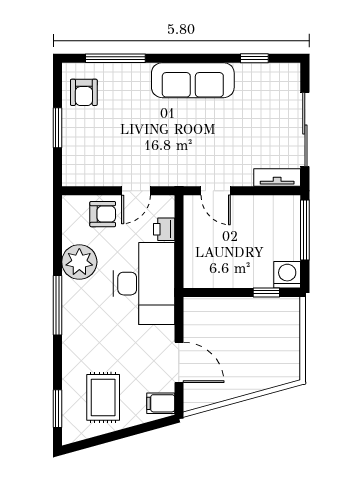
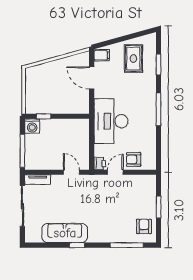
window: (254, 58) -> (77, 245), moved
sofa: (193, 80) -> (65, 233), moved
printer: (164, 229) -> (100, 163), moved
plant: (79, 262) -> (146, 133), removed
window: (57, 409) -> (159, 65), moved

